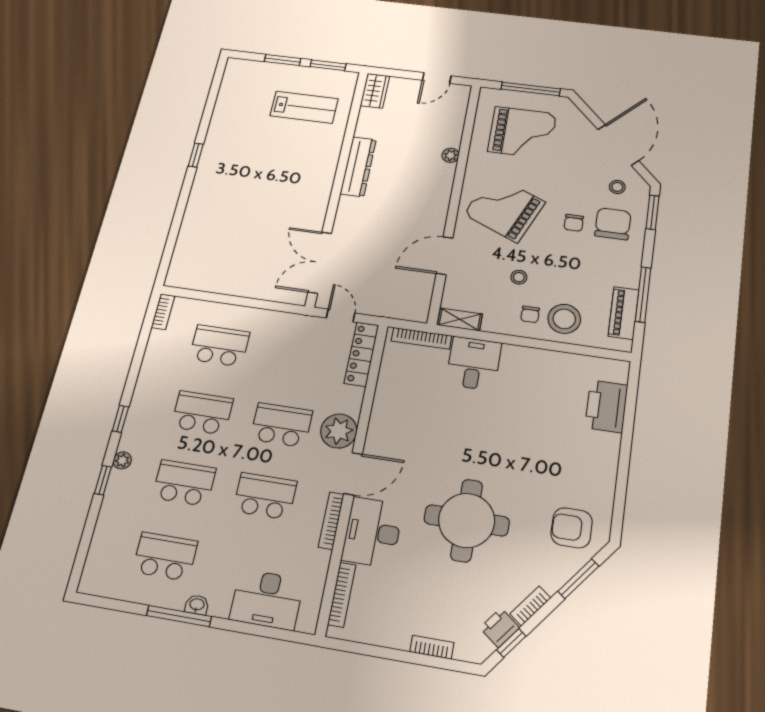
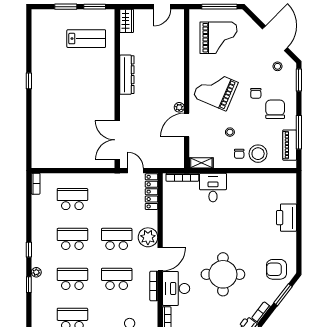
plant: (450, 155) -> (179, 107), moved
chair: (613, 224) -> (275, 109), moved
printer: (606, 406) -> (286, 218), moved

